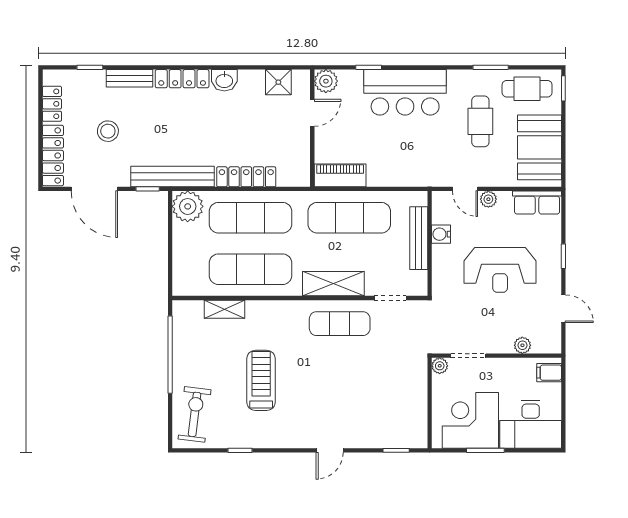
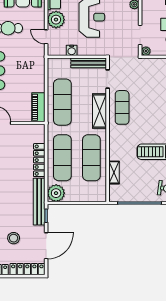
door: (465, 189) -> (46, 37), swing flipped
plant: (488, 199) -> (56, 20), width x1.87, depth x1.87
bench: (419, 238) -> (89, 63), moved

